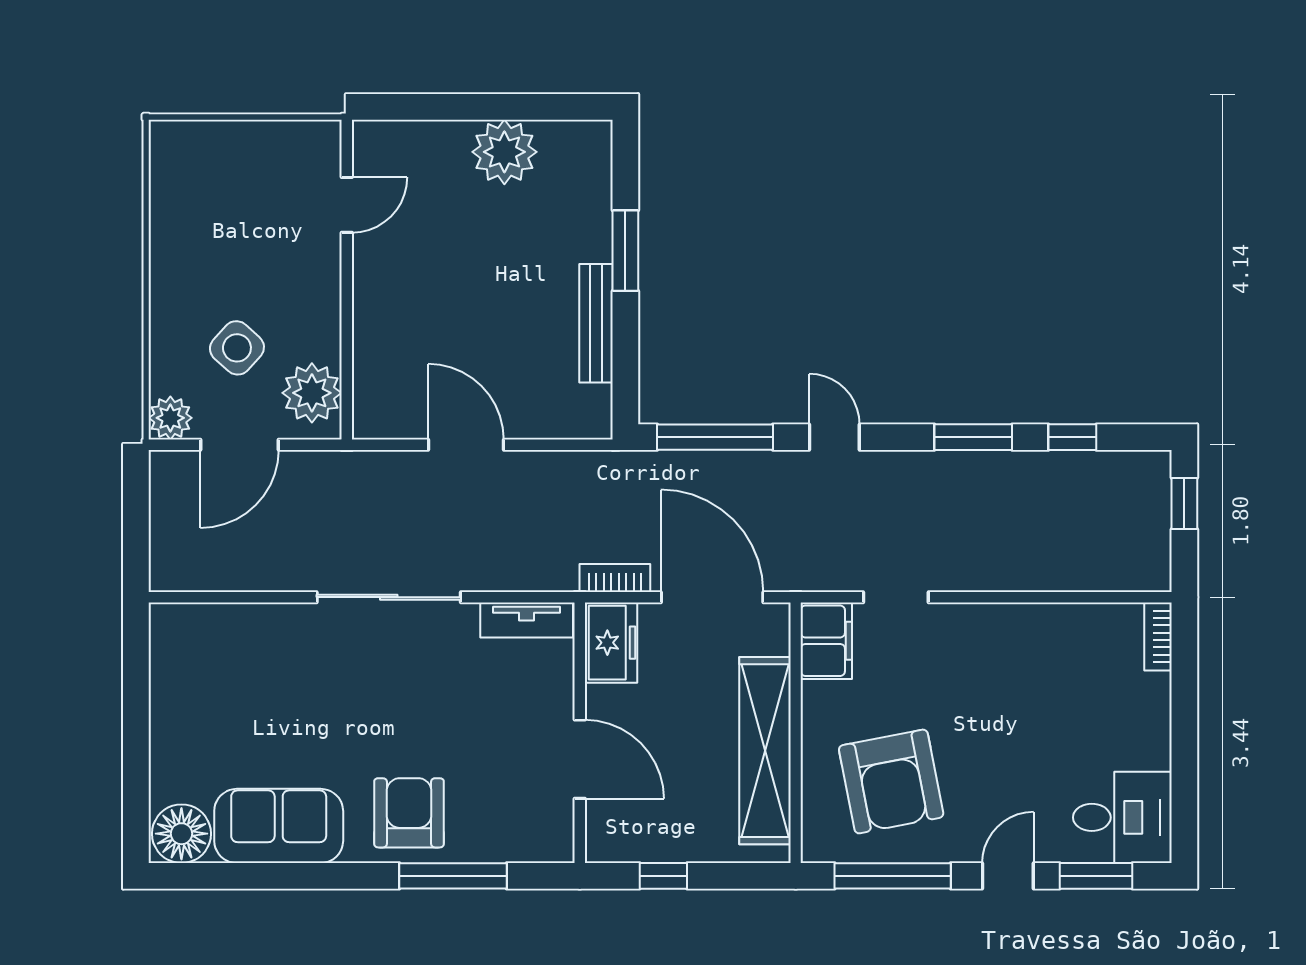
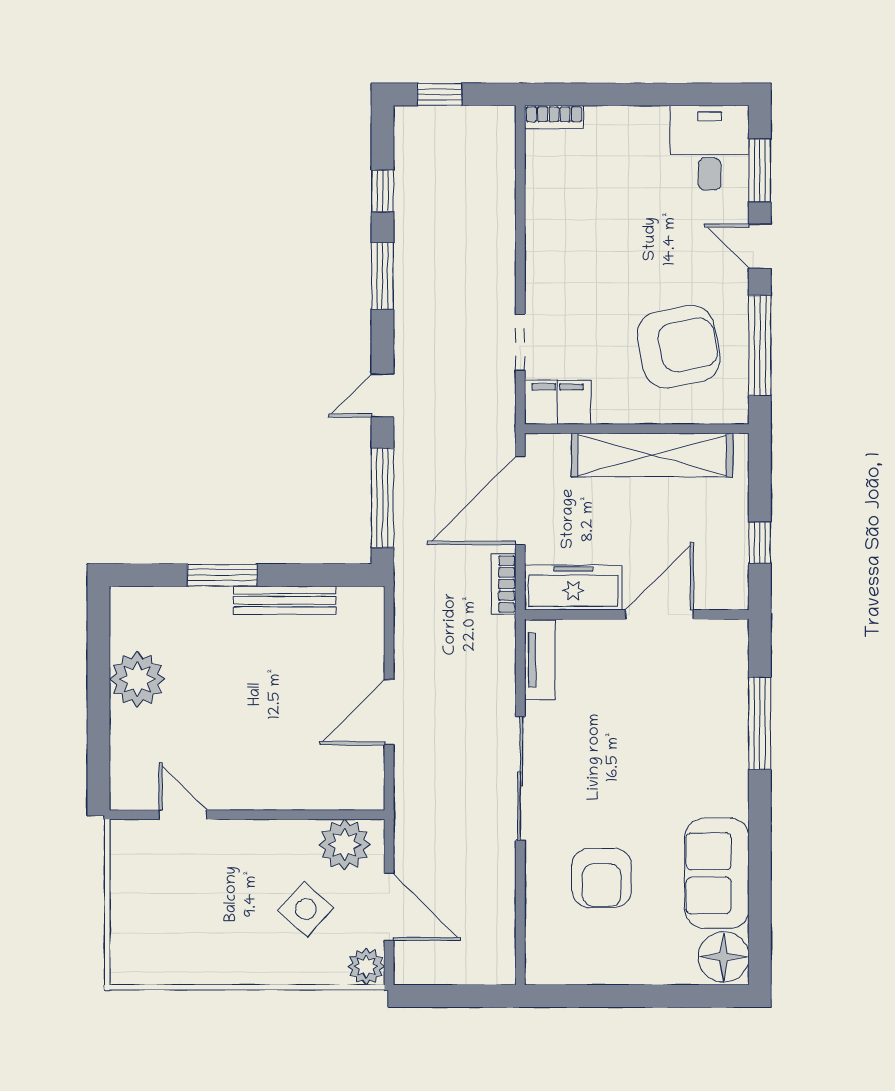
freezer: (611, 643) -> (573, 588), width x1.40
armchair: (409, 813) -> (602, 878), moved, turned -90

